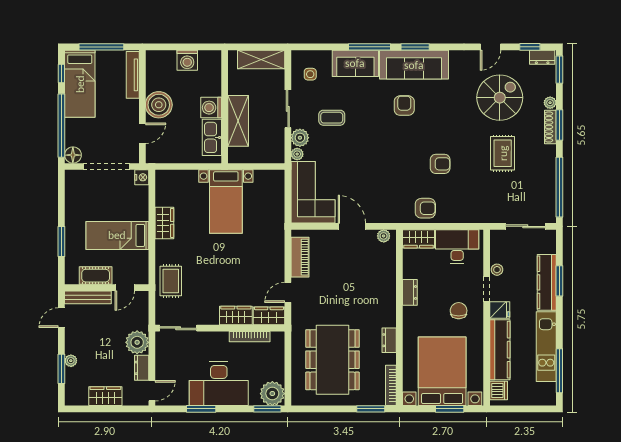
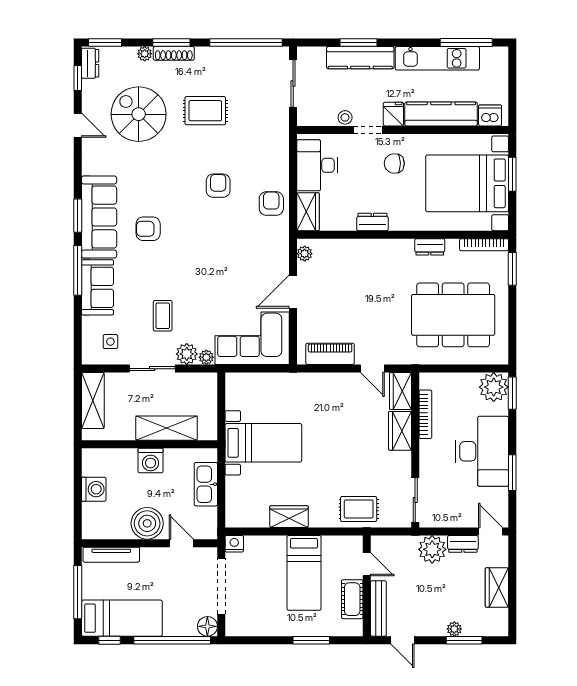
kitchen sink: (212, 137) -> (206, 484), moved, turned 90

